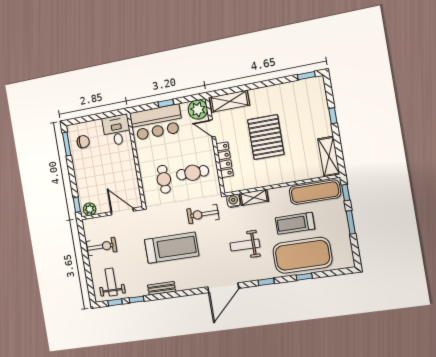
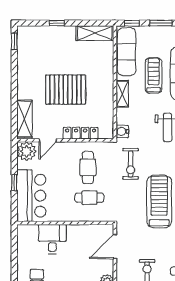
desk: (117, 130) -> (52, 239), moved, turned 90
shelving: (254, 197) -> (122, 94), moved
treadmill: (295, 223) -> (154, 75), turned 180

